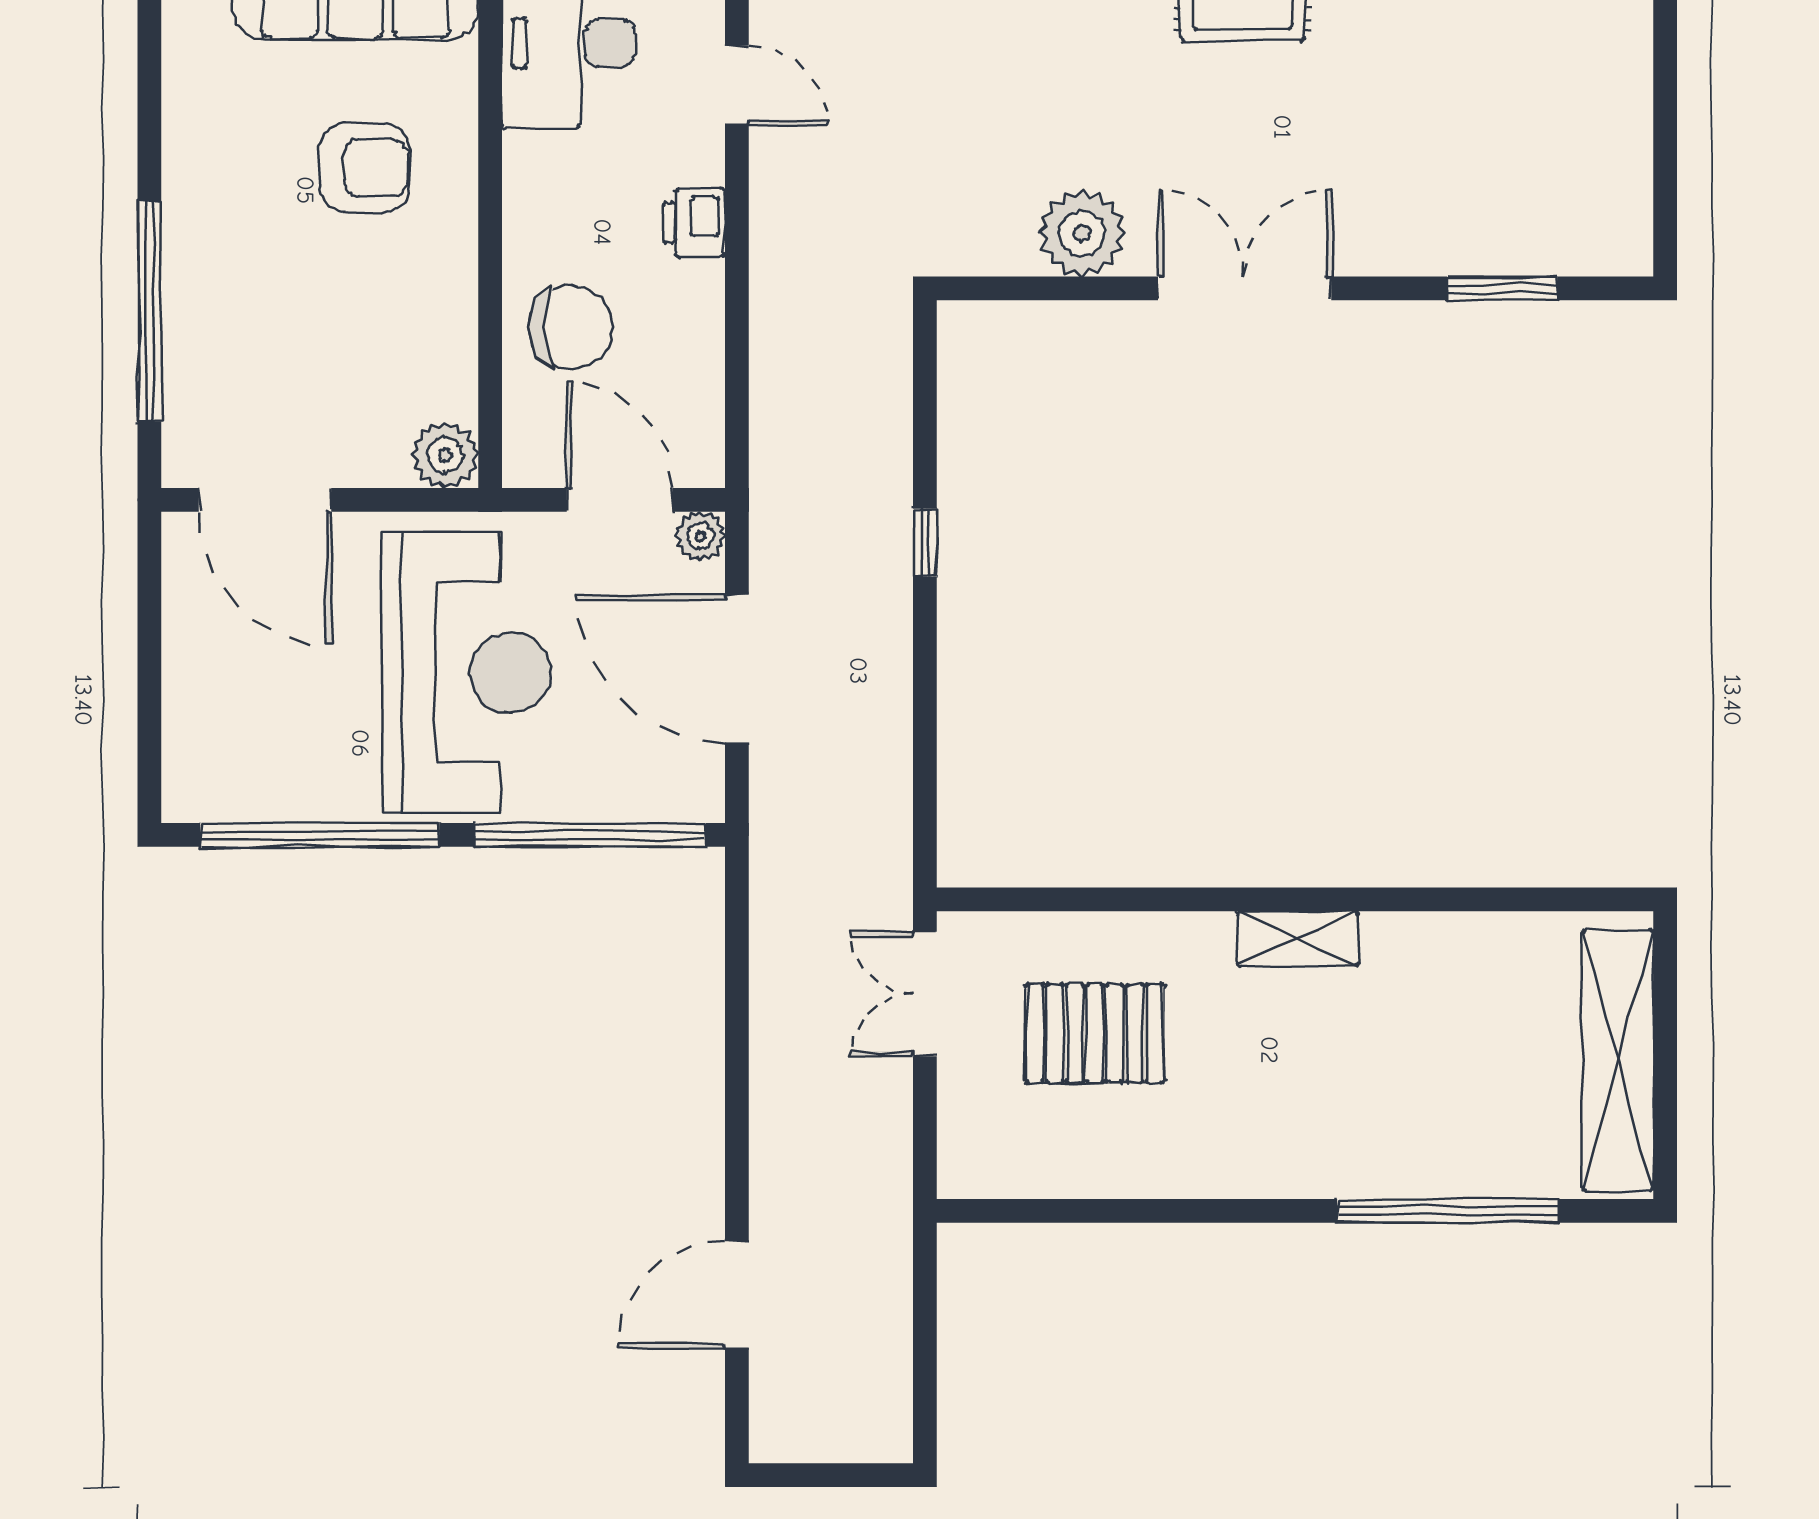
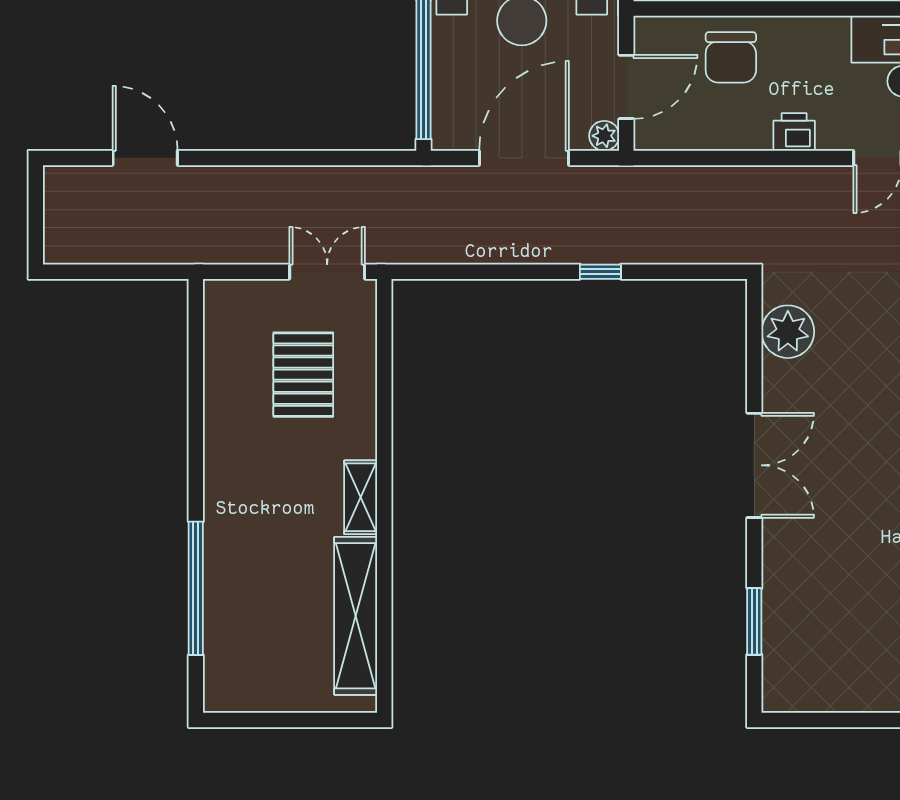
plant: (1082, 233) -> (788, 332), moved
shelving: (1618, 1060) -> (356, 616), moved, turned 90

